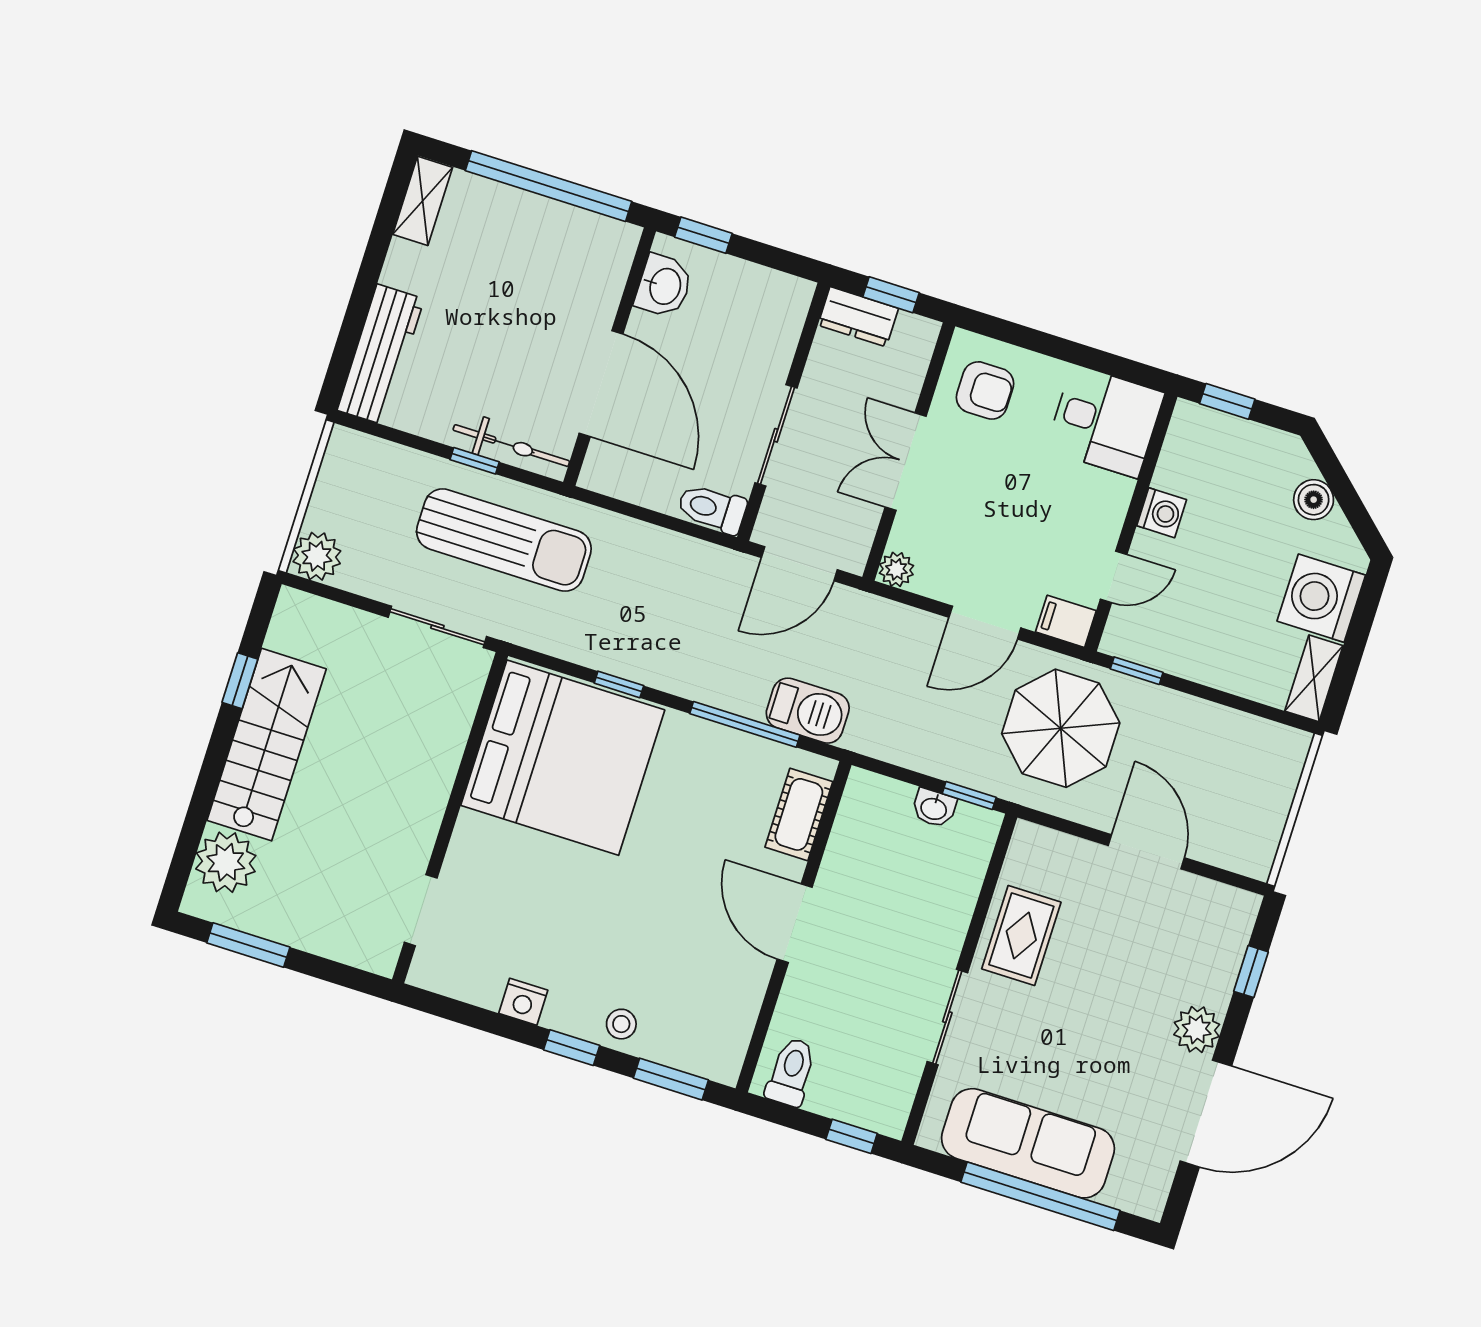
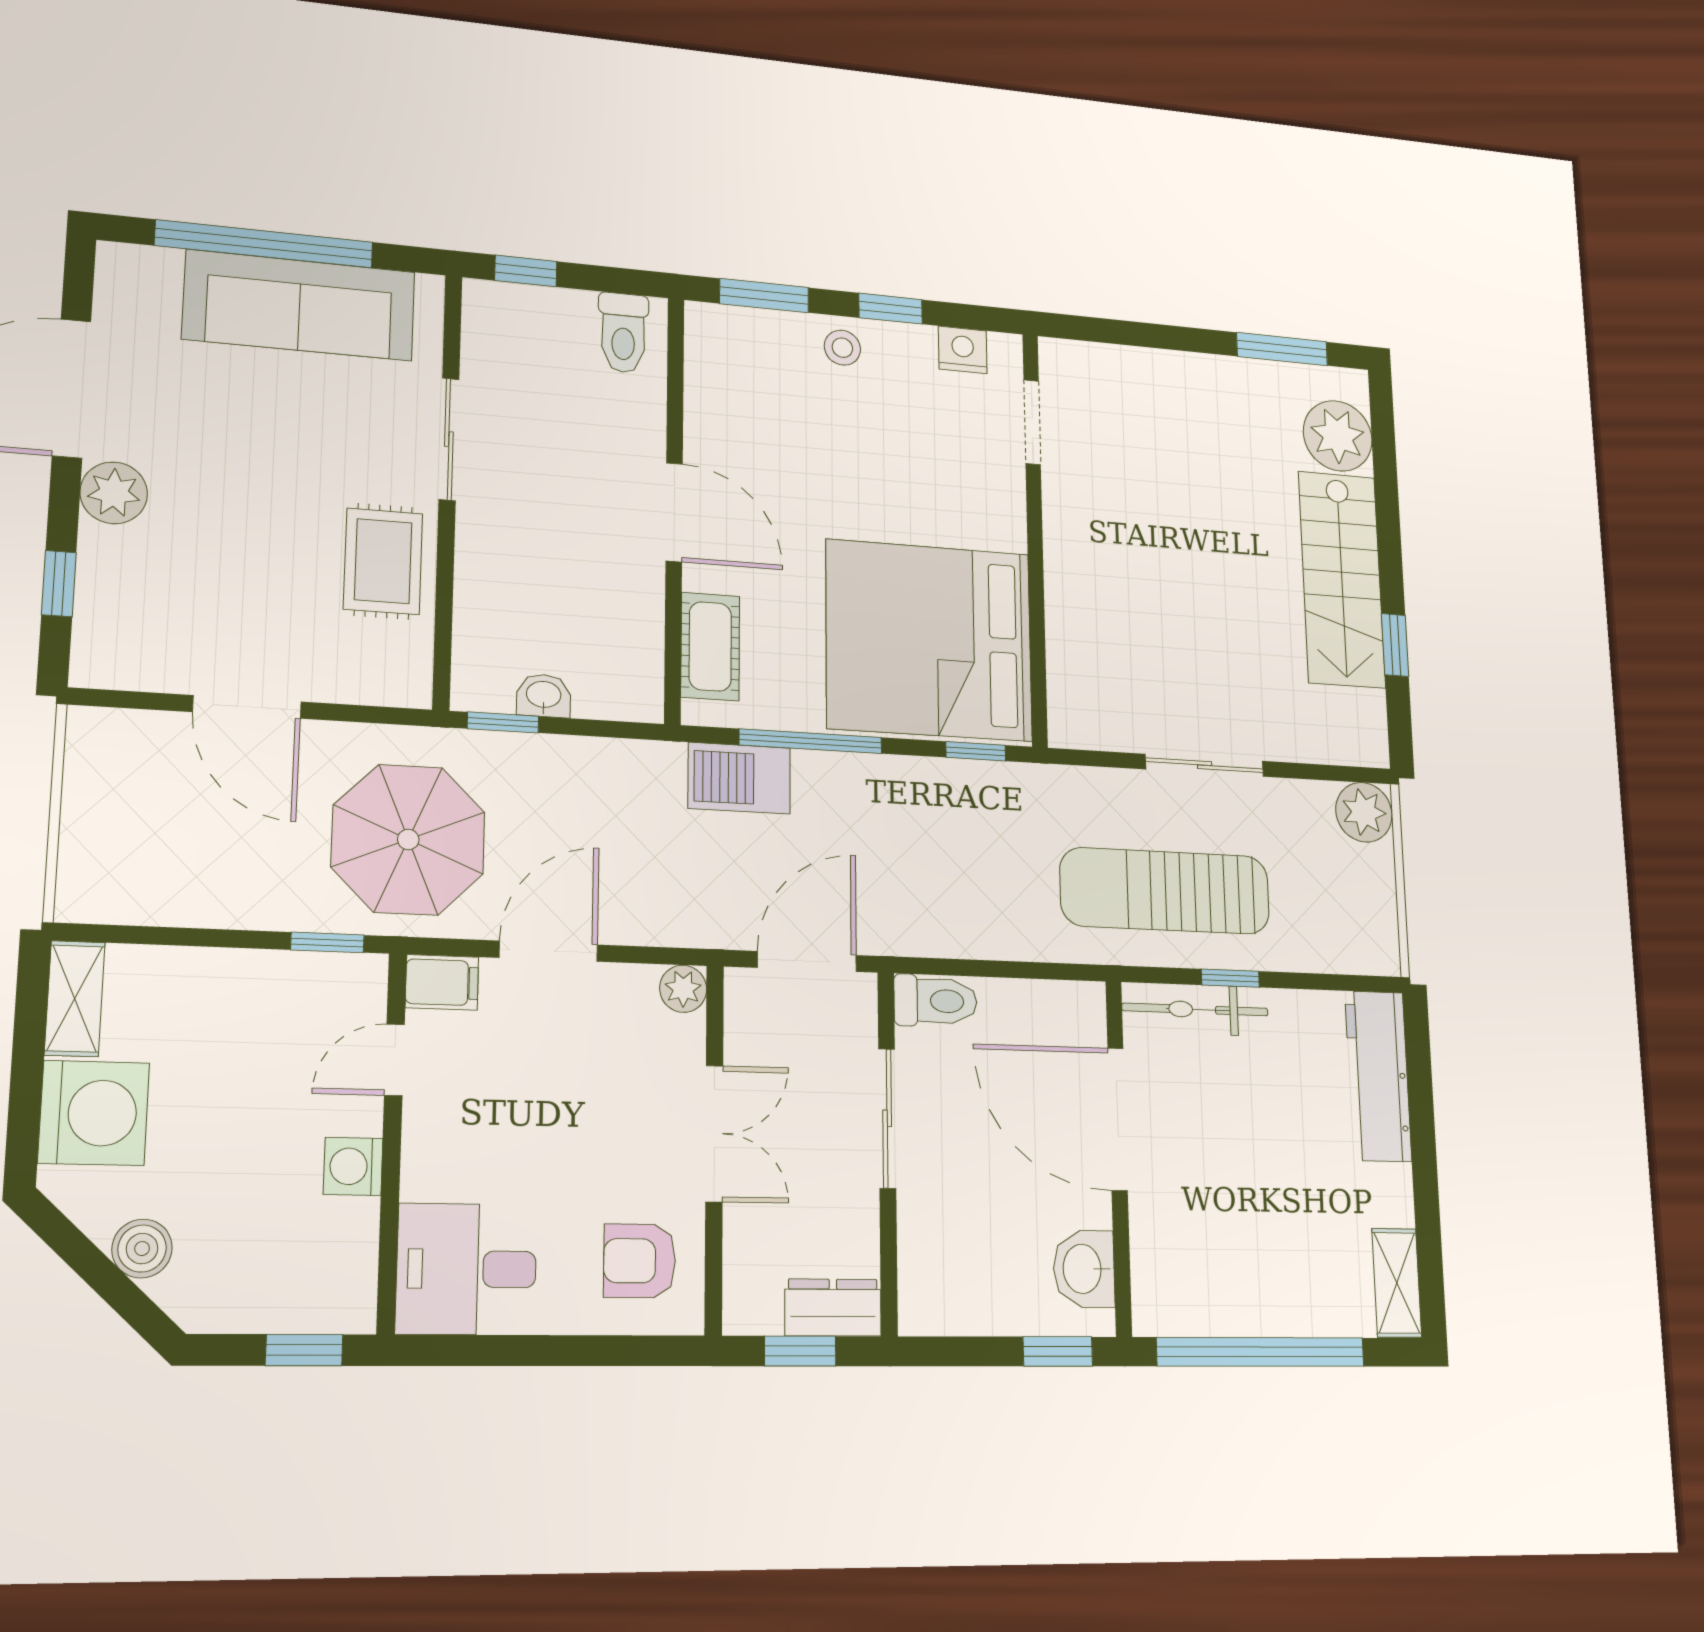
bed: (563, 758) -> (929, 640), moved
wall: (450, 818) -> (1035, 537), moved
doorway: (421, 910) -> (1032, 422), moved

